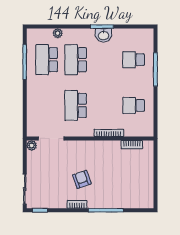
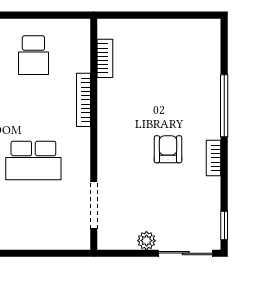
plant: (32, 145) -> (146, 241), moved
armchair: (82, 179) -> (168, 149), turned 109

